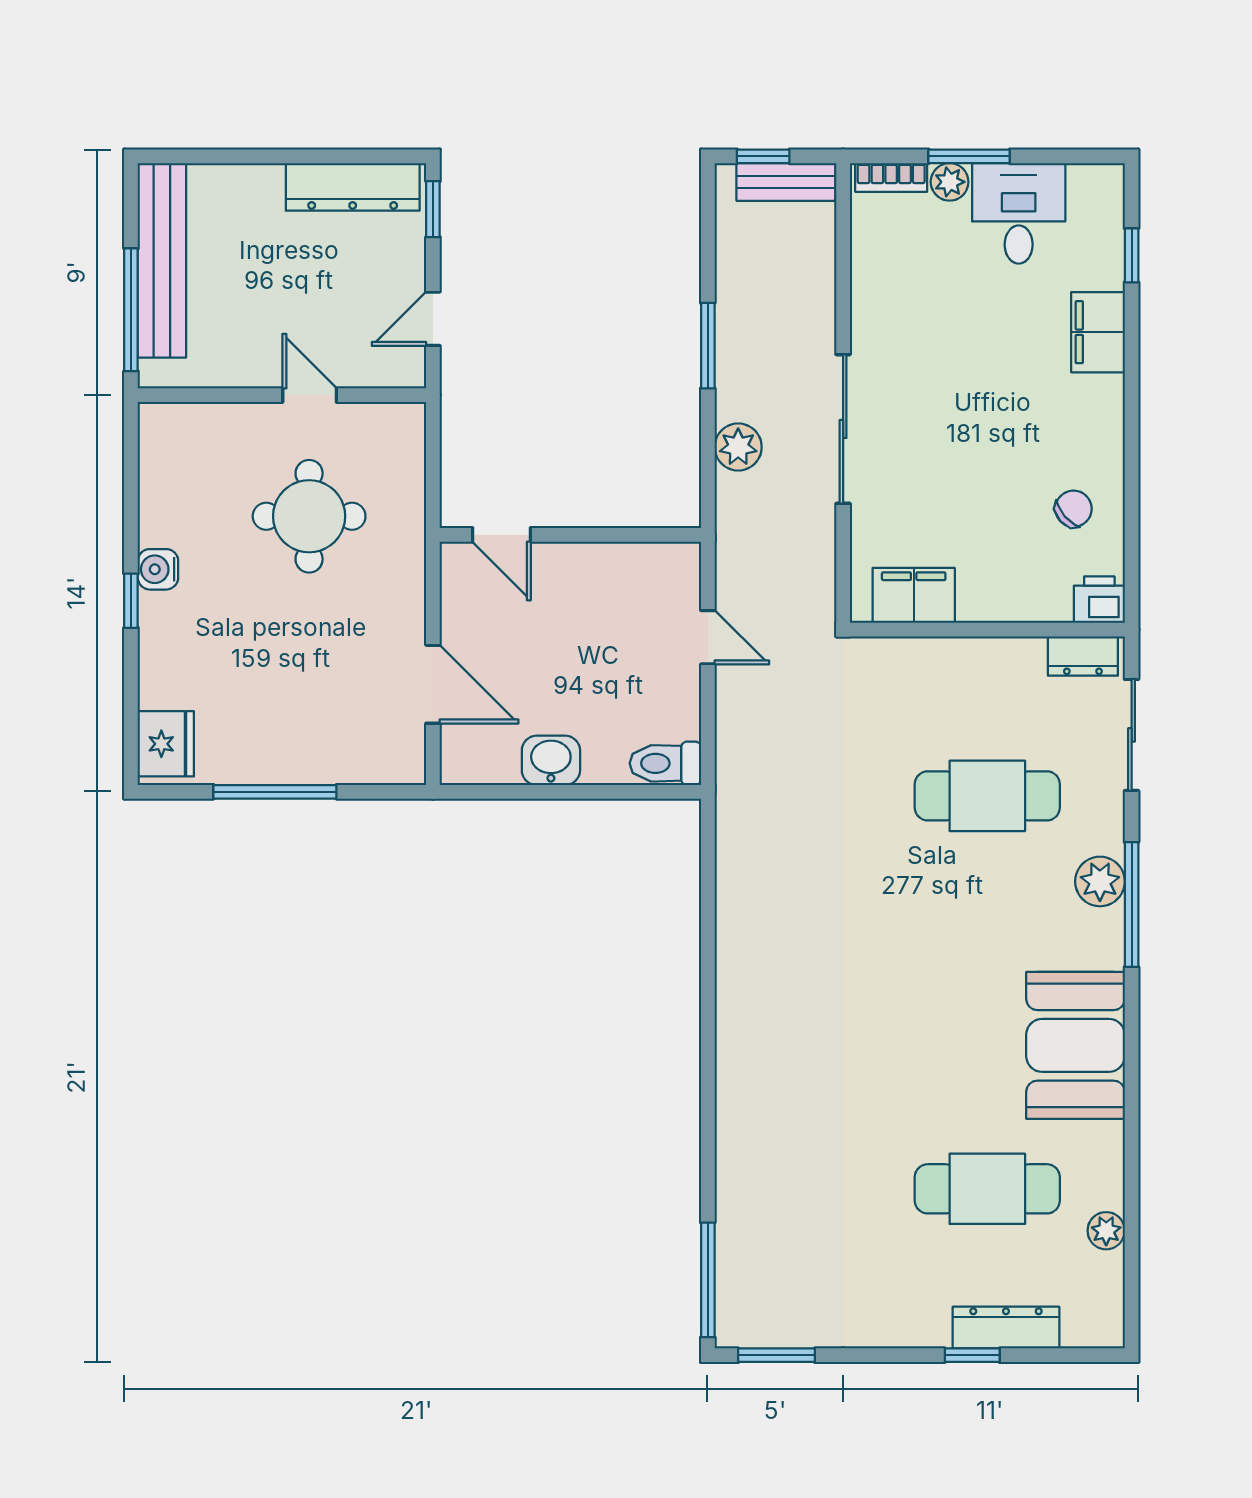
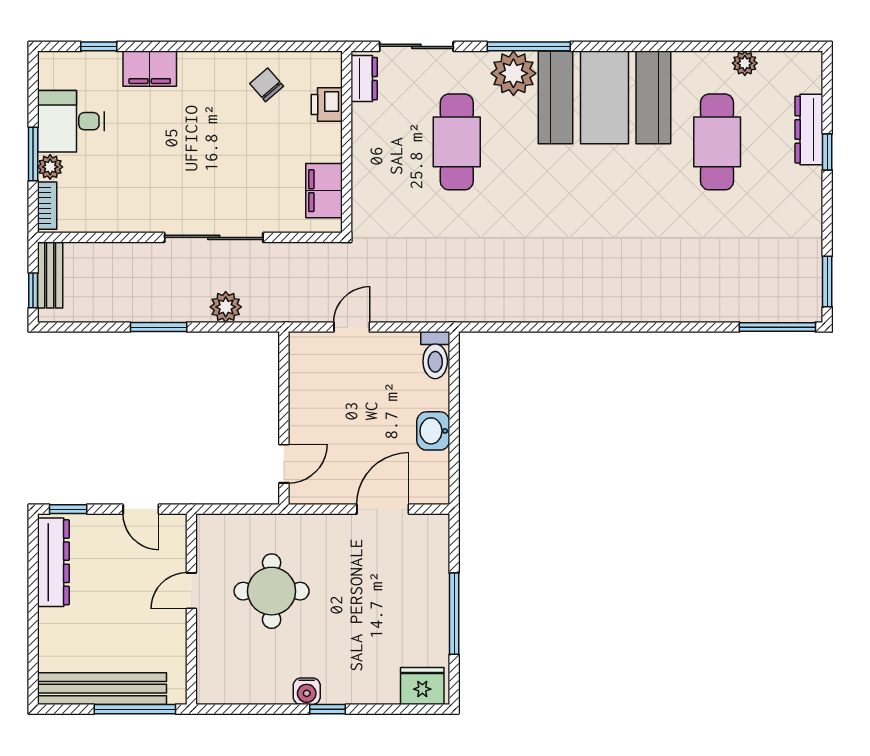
printer: (1099, 600) -> (327, 105), moved
plant: (1100, 881) -> (513, 73), width x1.36, depth x1.36
booth: (1075, 1045) -> (604, 97), width x1.36, depth x1.42

